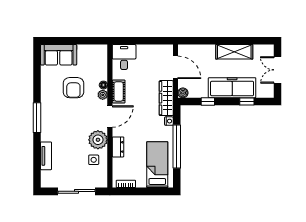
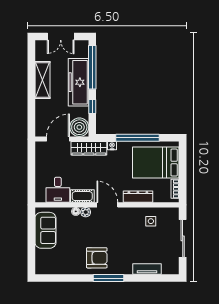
sofa: (59, 55) -> (45, 230), moved
desk: (124, 57) -> (58, 190), moved, turned -90
armchair: (73, 88) -> (97, 258), moved
boiler: (183, 93) -> (79, 127), width x1.86, depth x1.86
window: (247, 101) -> (92, 67), width x3.17
plant: (98, 140) -> (131, 217), removed
dresser: (118, 147) -> (138, 197), width x1.44
bed: (157, 165) -> (156, 163), width x1.50

